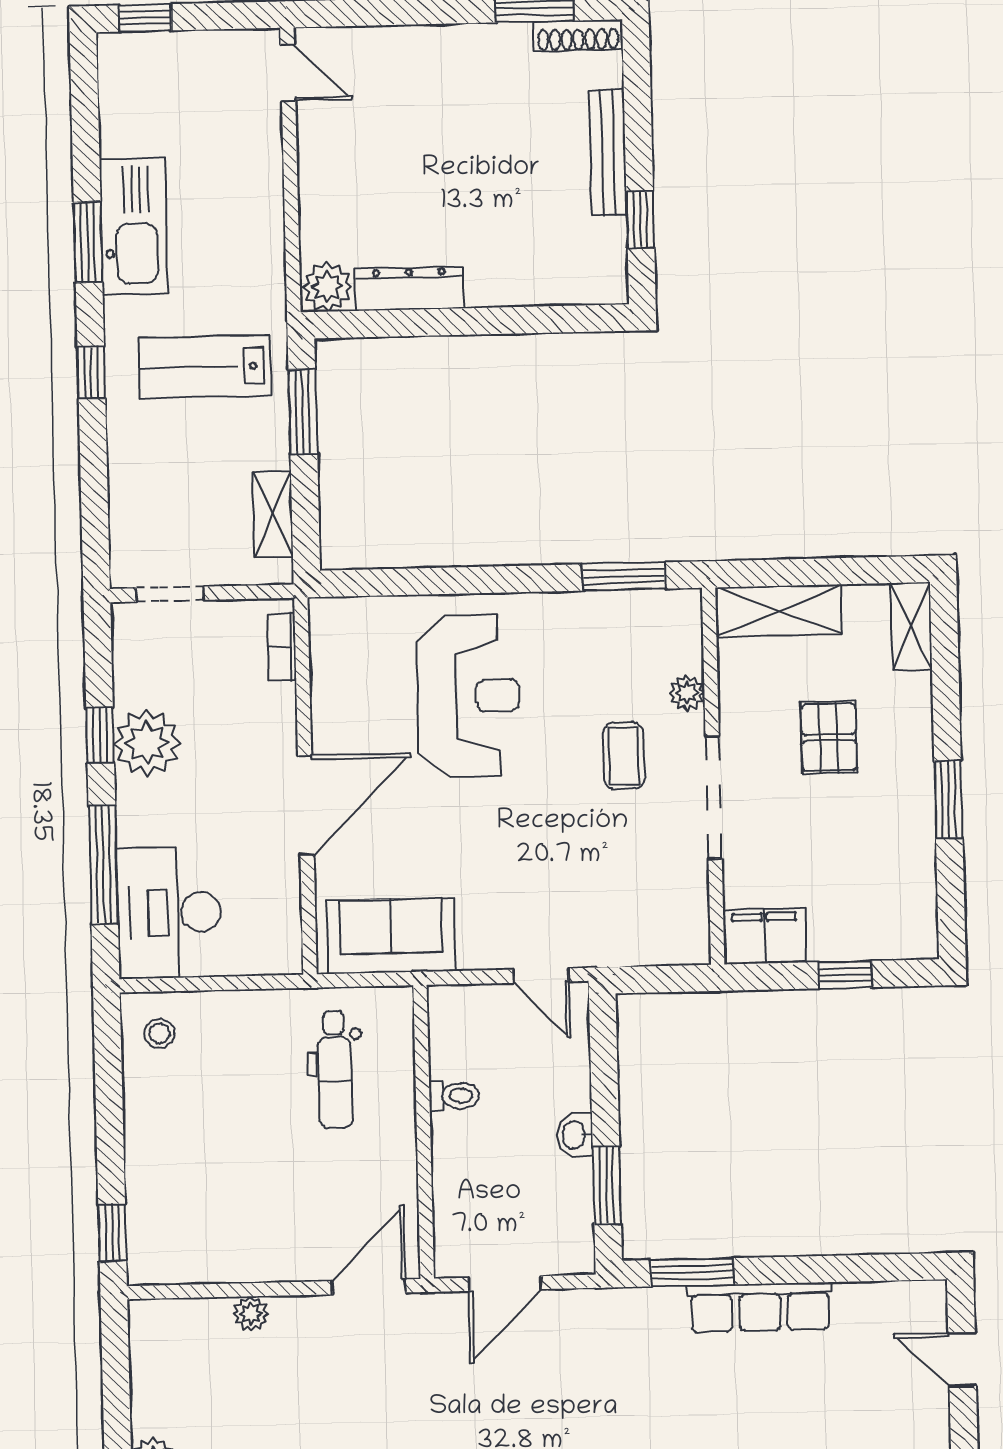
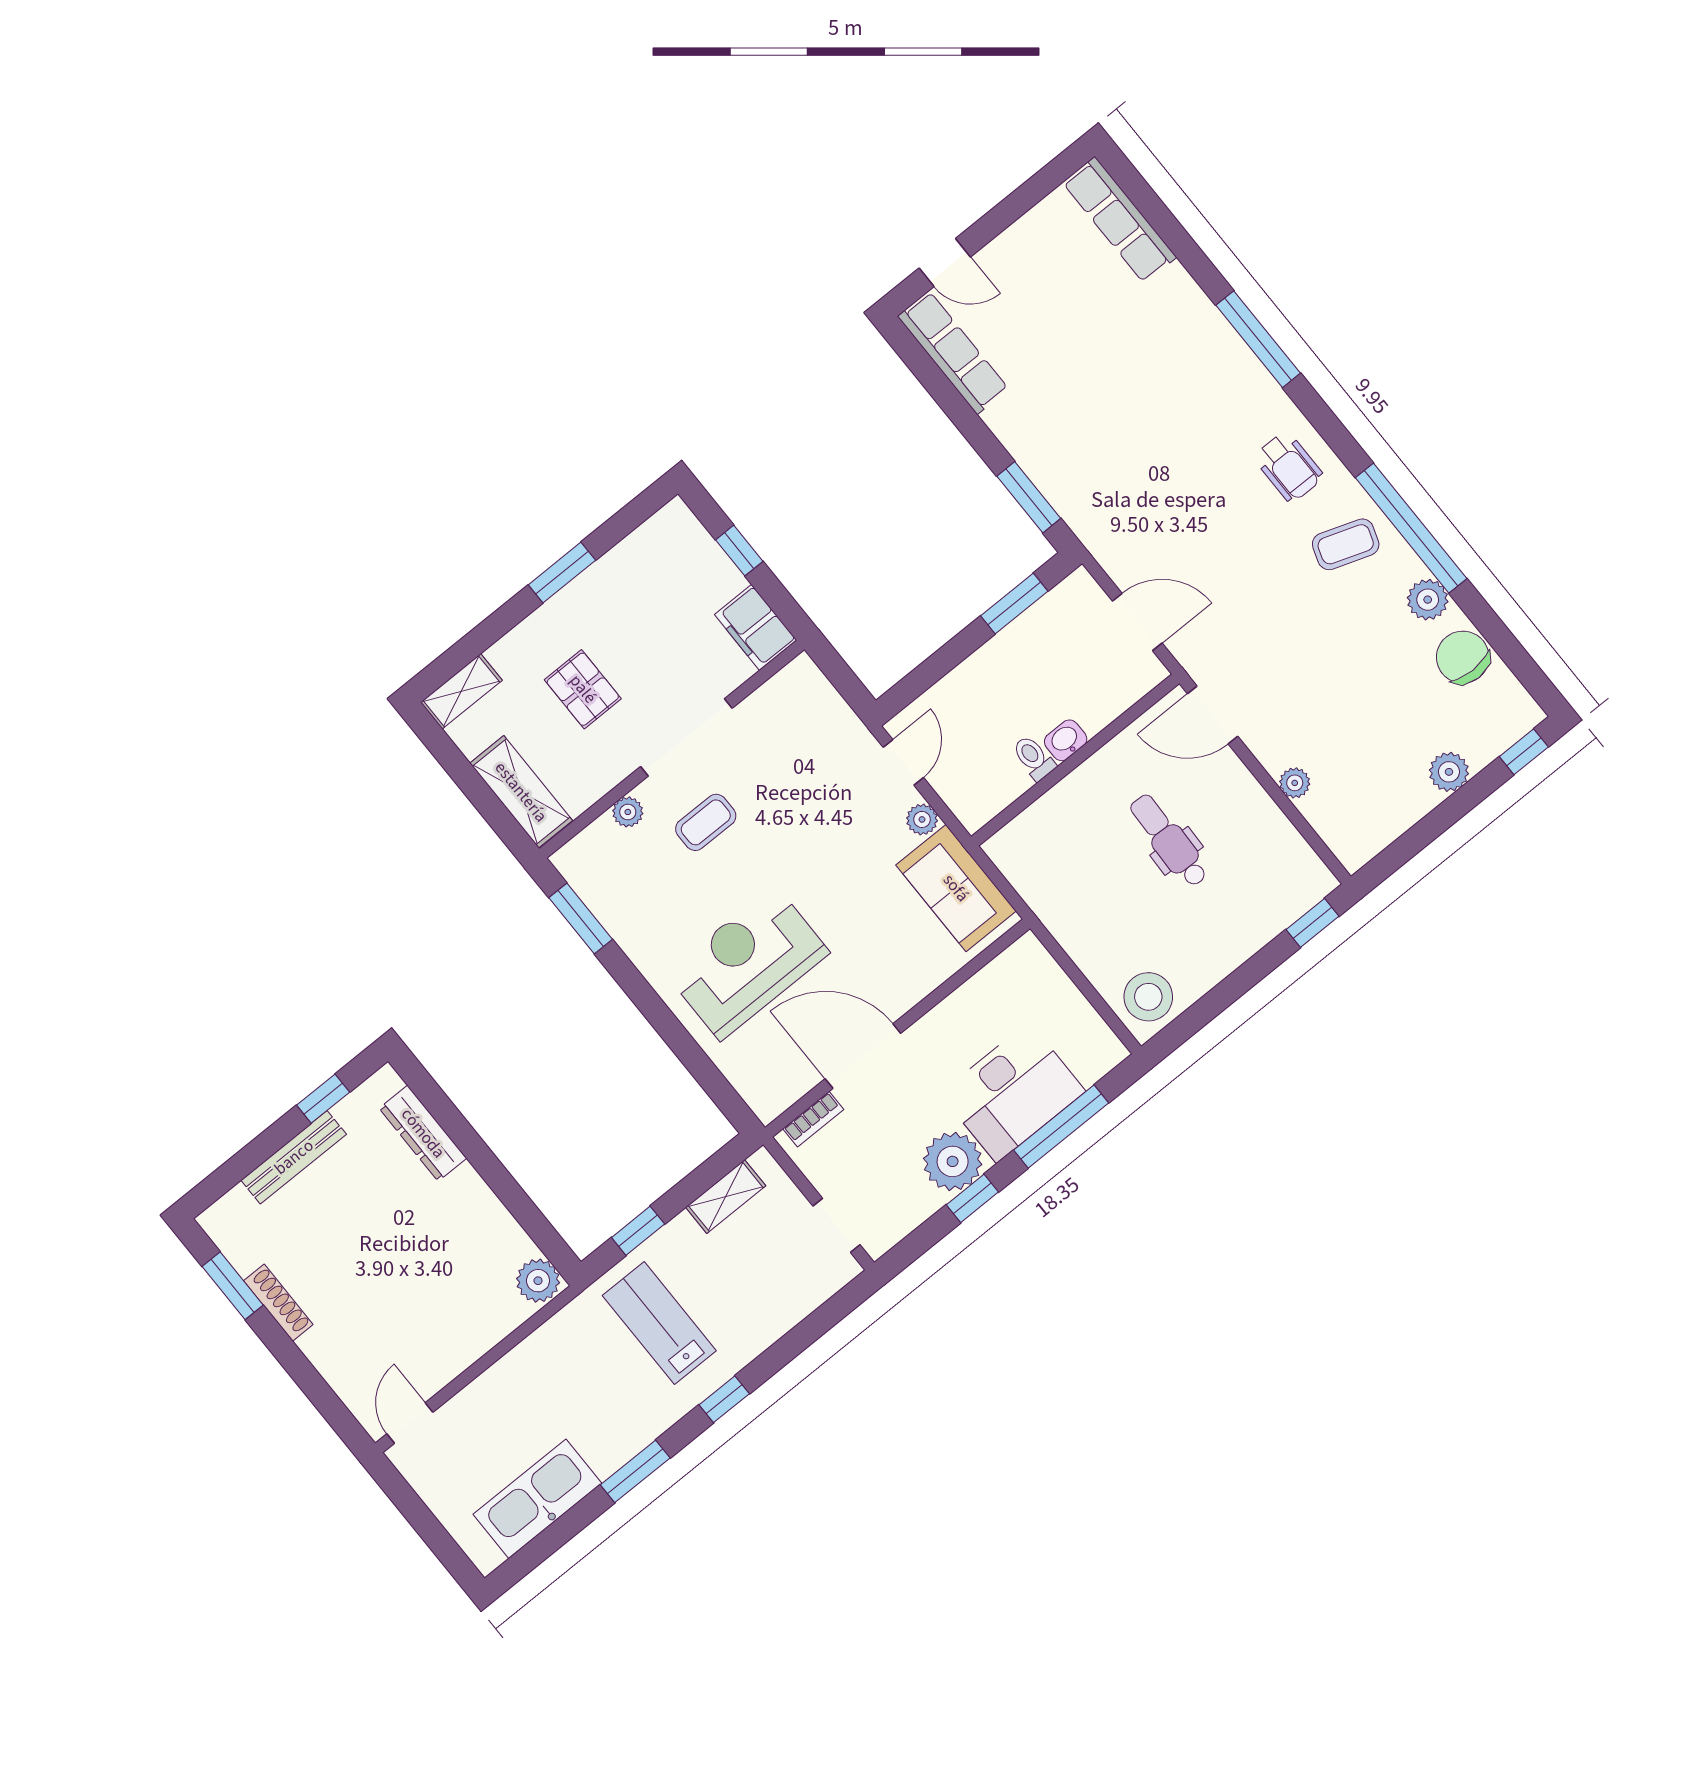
window: (145, 18) -> (448, 1552), removed
shoe rack: (578, 36) -> (278, 1303), moved
kitchen sink: (134, 226) -> (537, 1499), moved
dresser: (409, 289) -> (423, 1133), moved
lab bench: (205, 367) -> (659, 1323), turned 180
window: (303, 412) -> (638, 1231), width x0.67
pallet: (829, 737) -> (583, 689), turned 90
door: (306, 805) -> (863, 1056), moved
desk: (169, 913) -> (1013, 1092), moved
plant: (476, 953) -> (922, 819), added
stool: (160, 1033) -> (1148, 997), width x1.89, depth x1.89
dental chair: (335, 1070) -> (1169, 841), moved, turned -88
washbasin: (575, 1135) -> (1066, 740), moved, turned 180
row of seats: (760, 1307) -> (953, 353), moved
door: (962, 1359) -> (945, 263), hinge flipped

